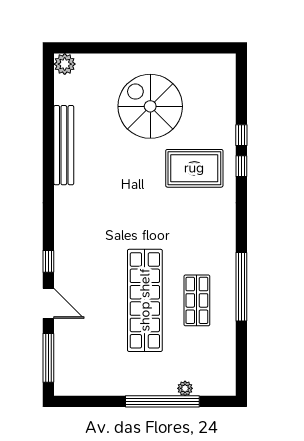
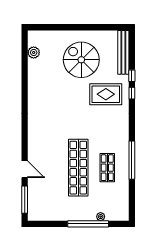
plant: (65, 64) -> (34, 52), moved
bench: (64, 145) -> (123, 52), moved
window: (48, 261) -> (25, 146), removed

